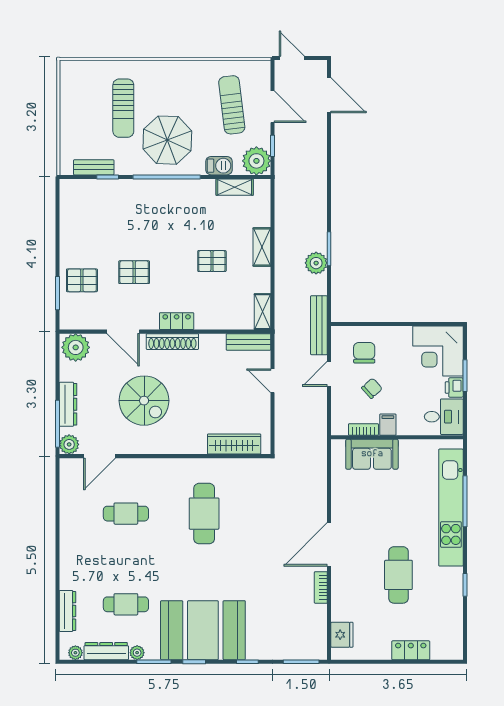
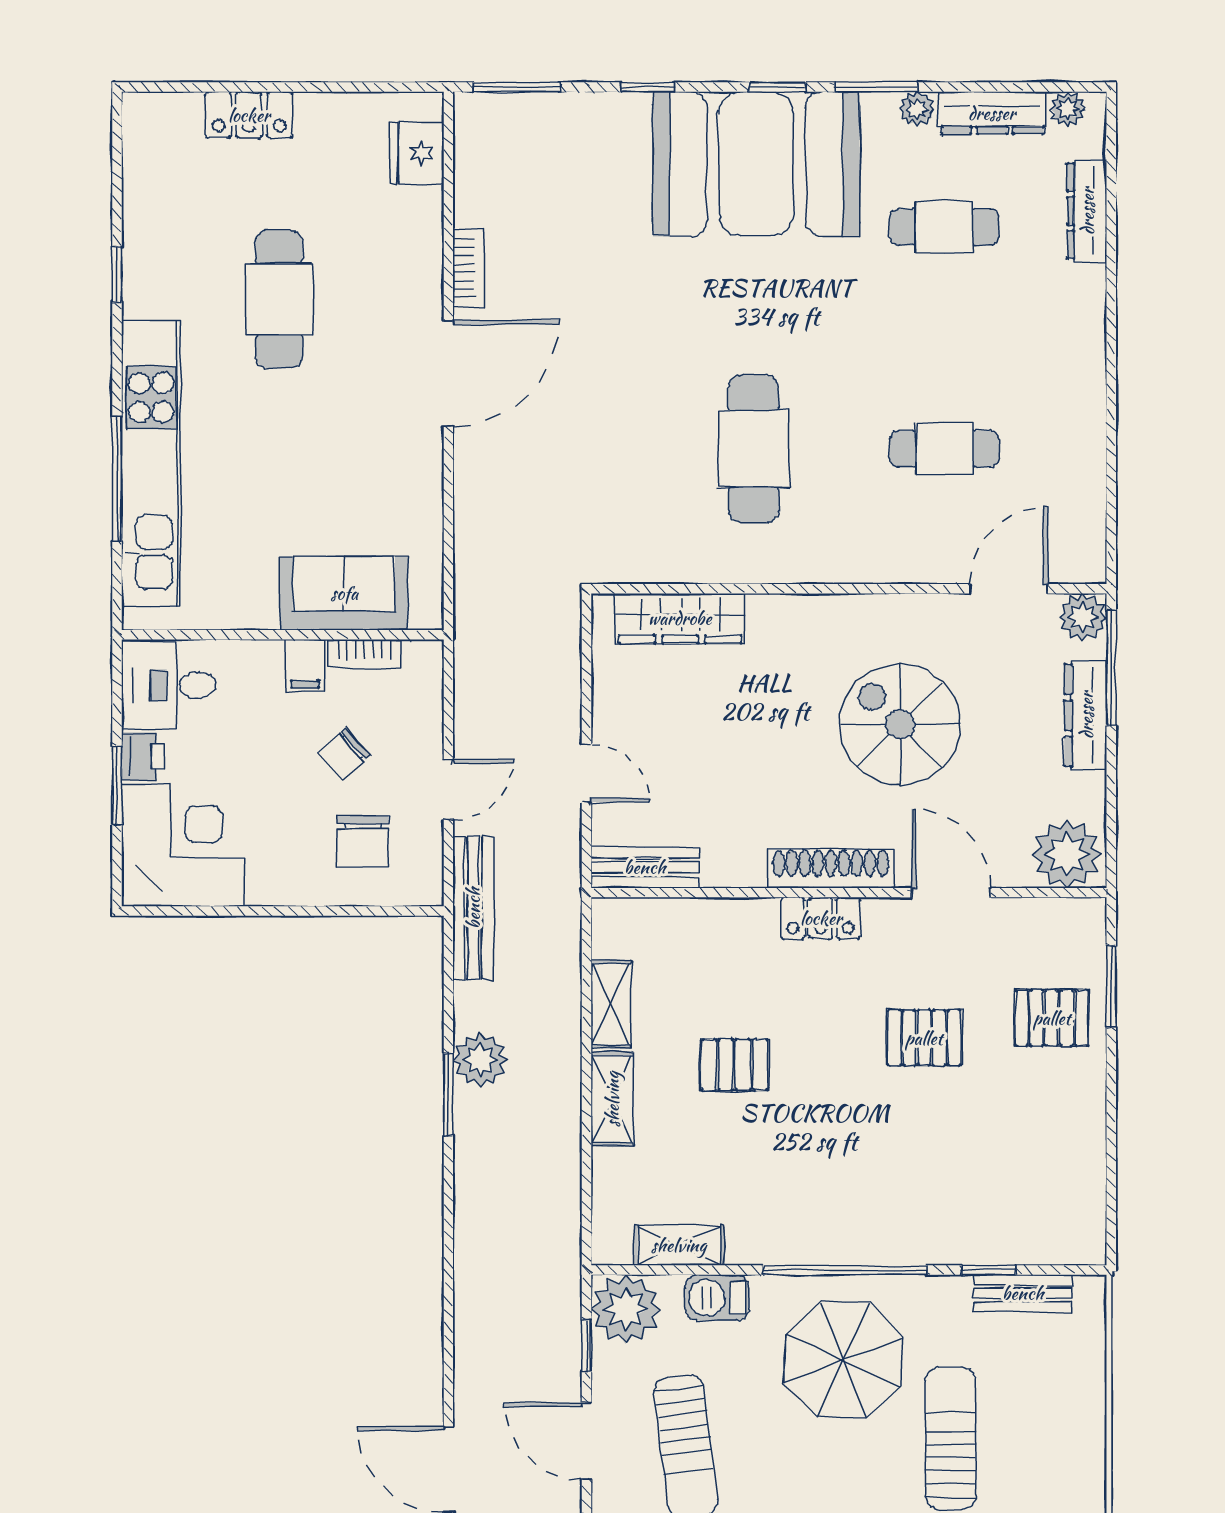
shelving: (262, 312) -> (611, 1004), moved

